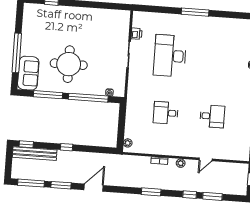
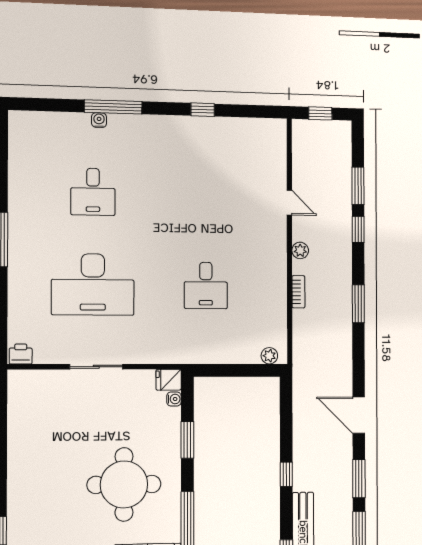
printer: (137, 34) -> (21, 354), moved
fridge: (119, 90) -> (169, 380), added
window: (88, 98) -> (187, 440), width x0.47
desk: (212, 116) -> (93, 192), moved, turned 180

